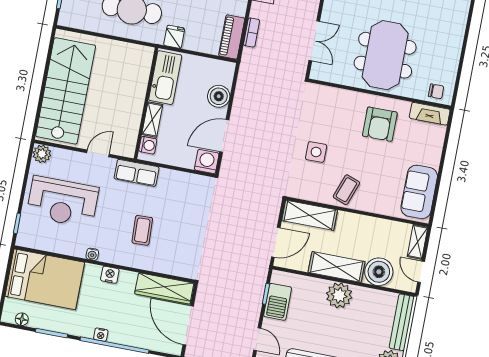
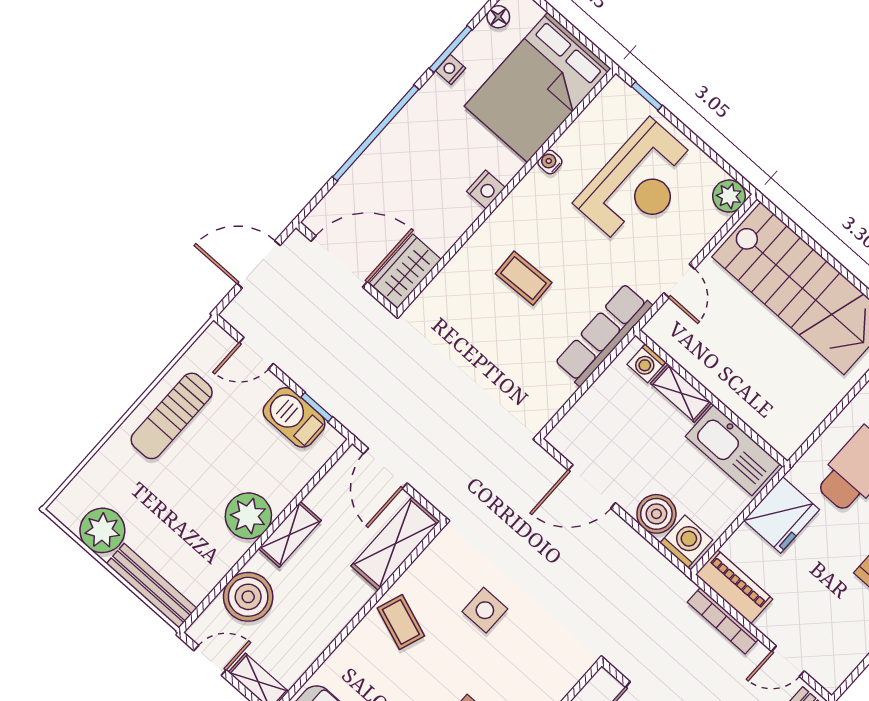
bookcase: (252, 33) -> (723, 621), width x1.56
fridge: (174, 37) -> (782, 515), width x1.88, depth x1.34
door: (224, 136) -> (592, 487), swing flipped
washing machine: (207, 161) -> (686, 541), moved, turned -90
row of seats: (137, 173) -> (603, 335), width x1.48
reception desk: (63, 202) -> (638, 184), turned 180
water cooler: (92, 254) -> (550, 162), moved
shelving: (337, 267) -> (290, 534), width x0.67, depth x0.75
wardrobe: (164, 288) -> (405, 271), width x0.67
nightstand: (101, 335) -> (451, 69), moved

